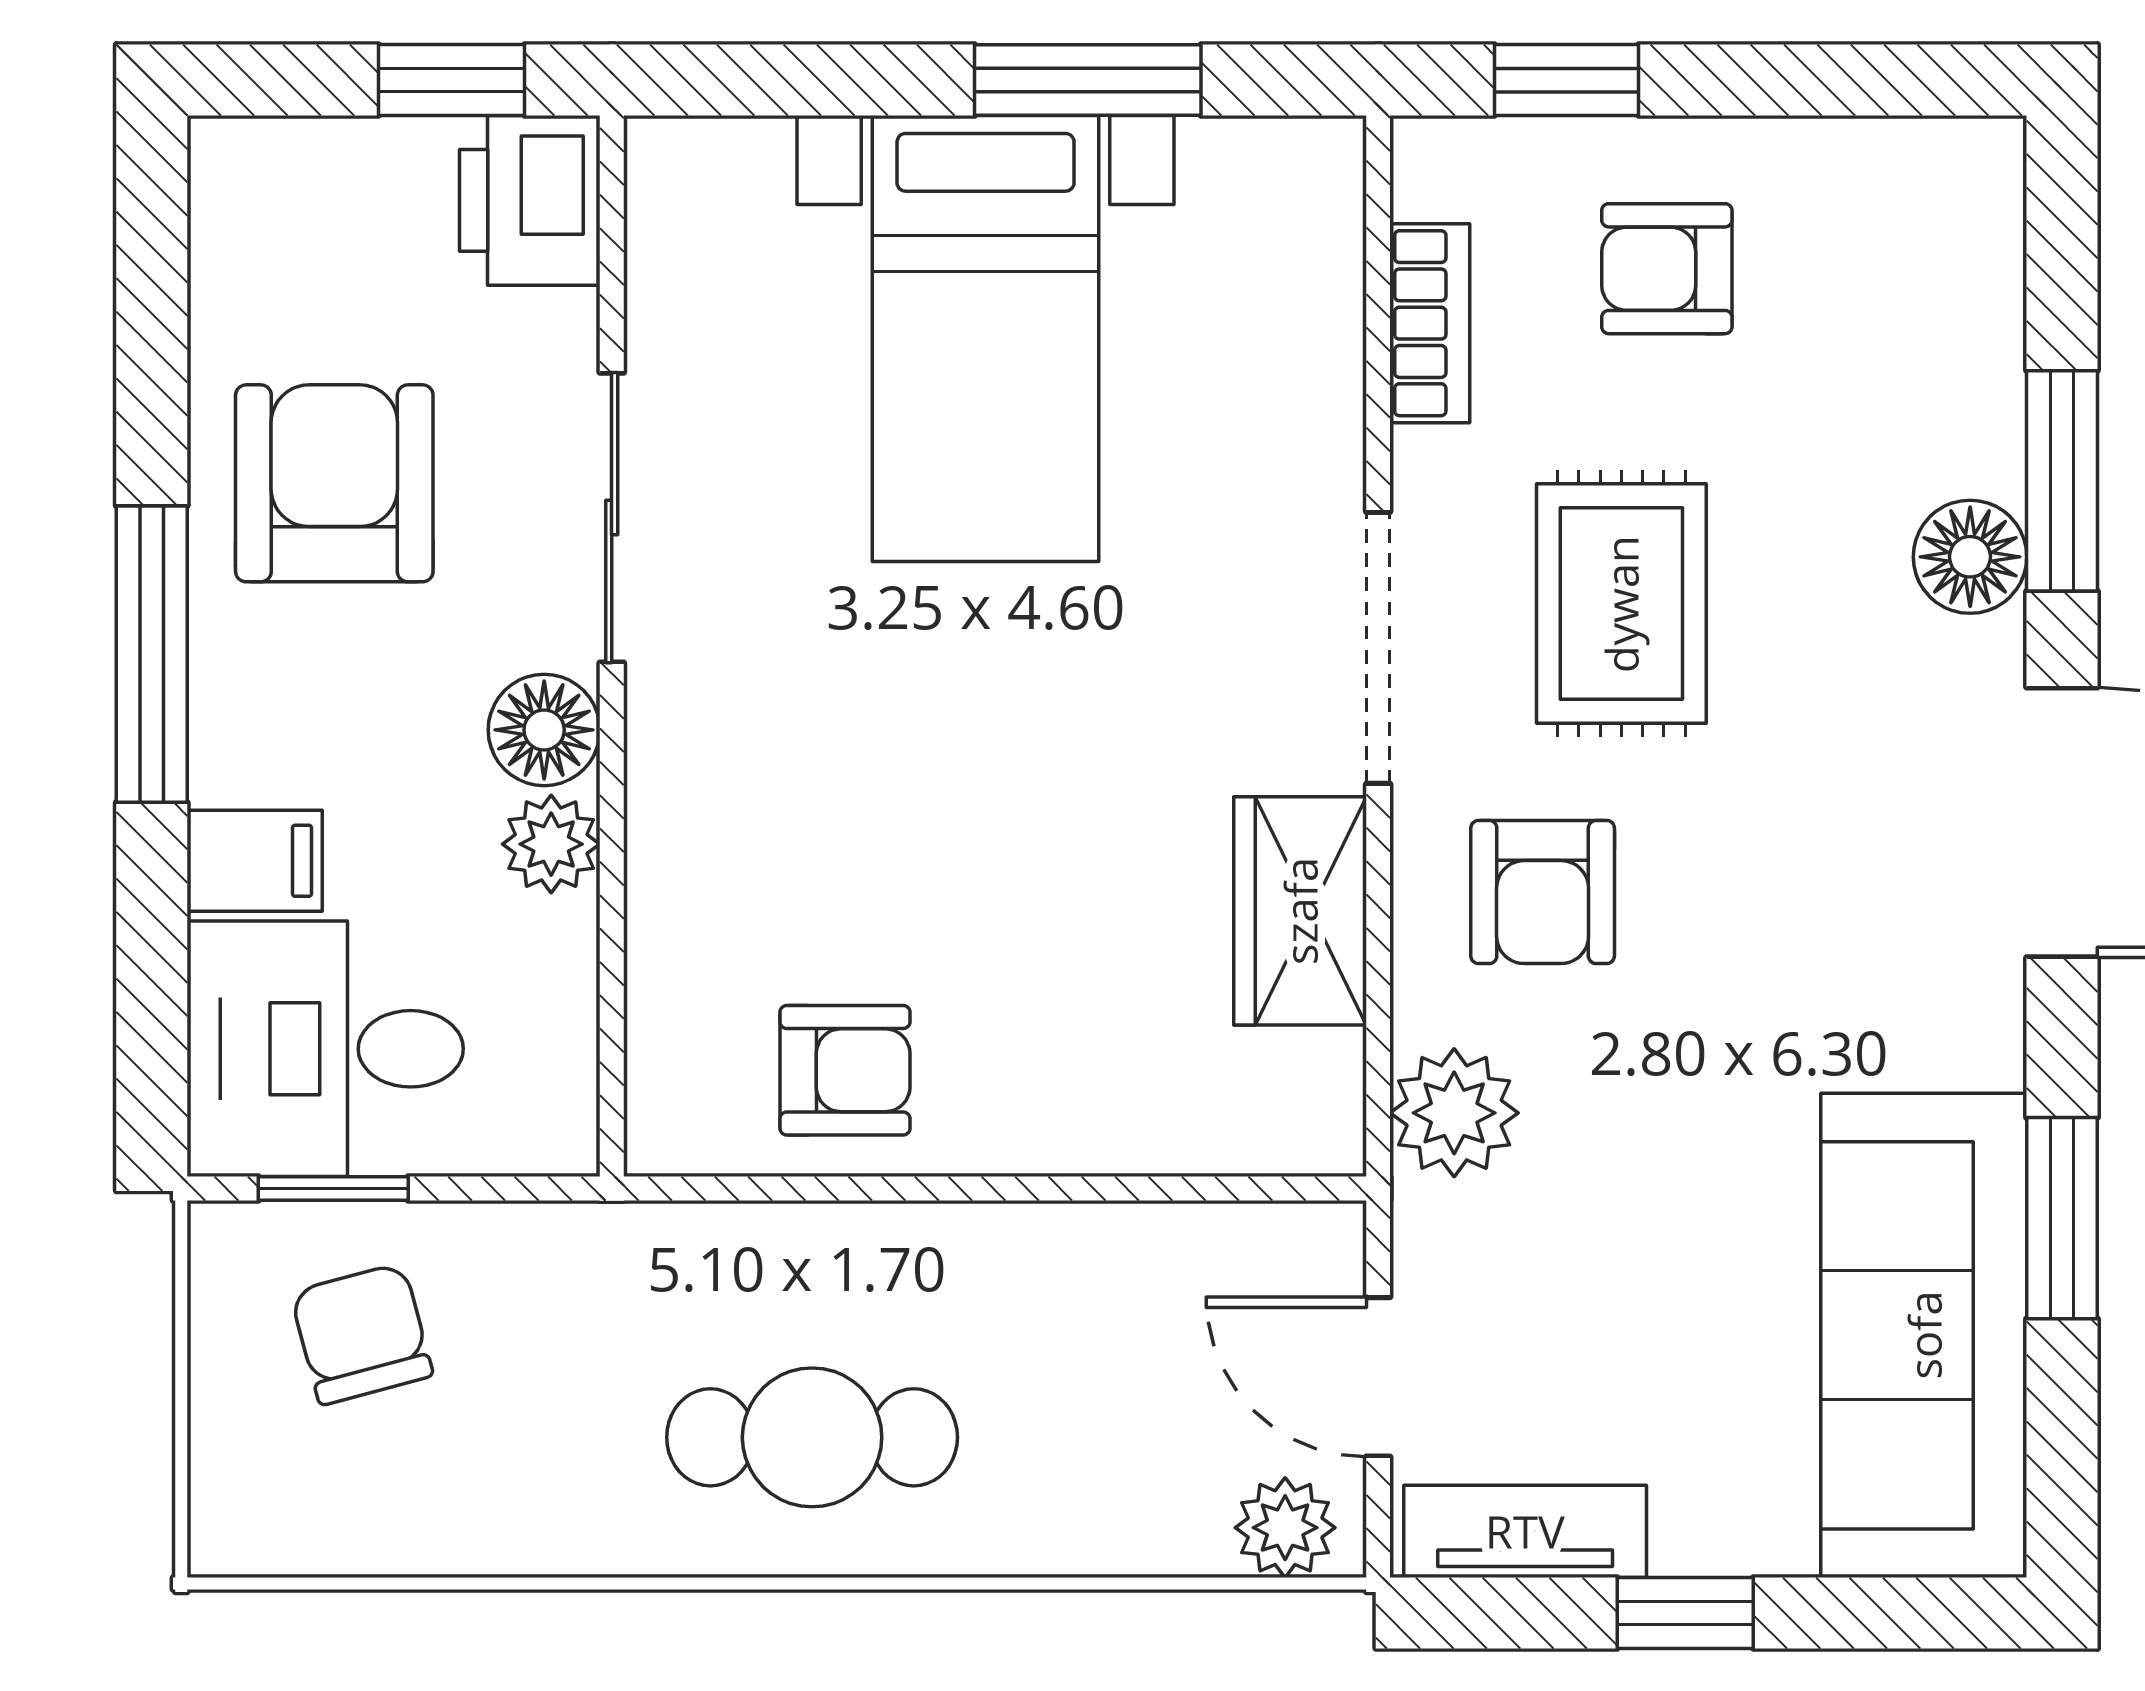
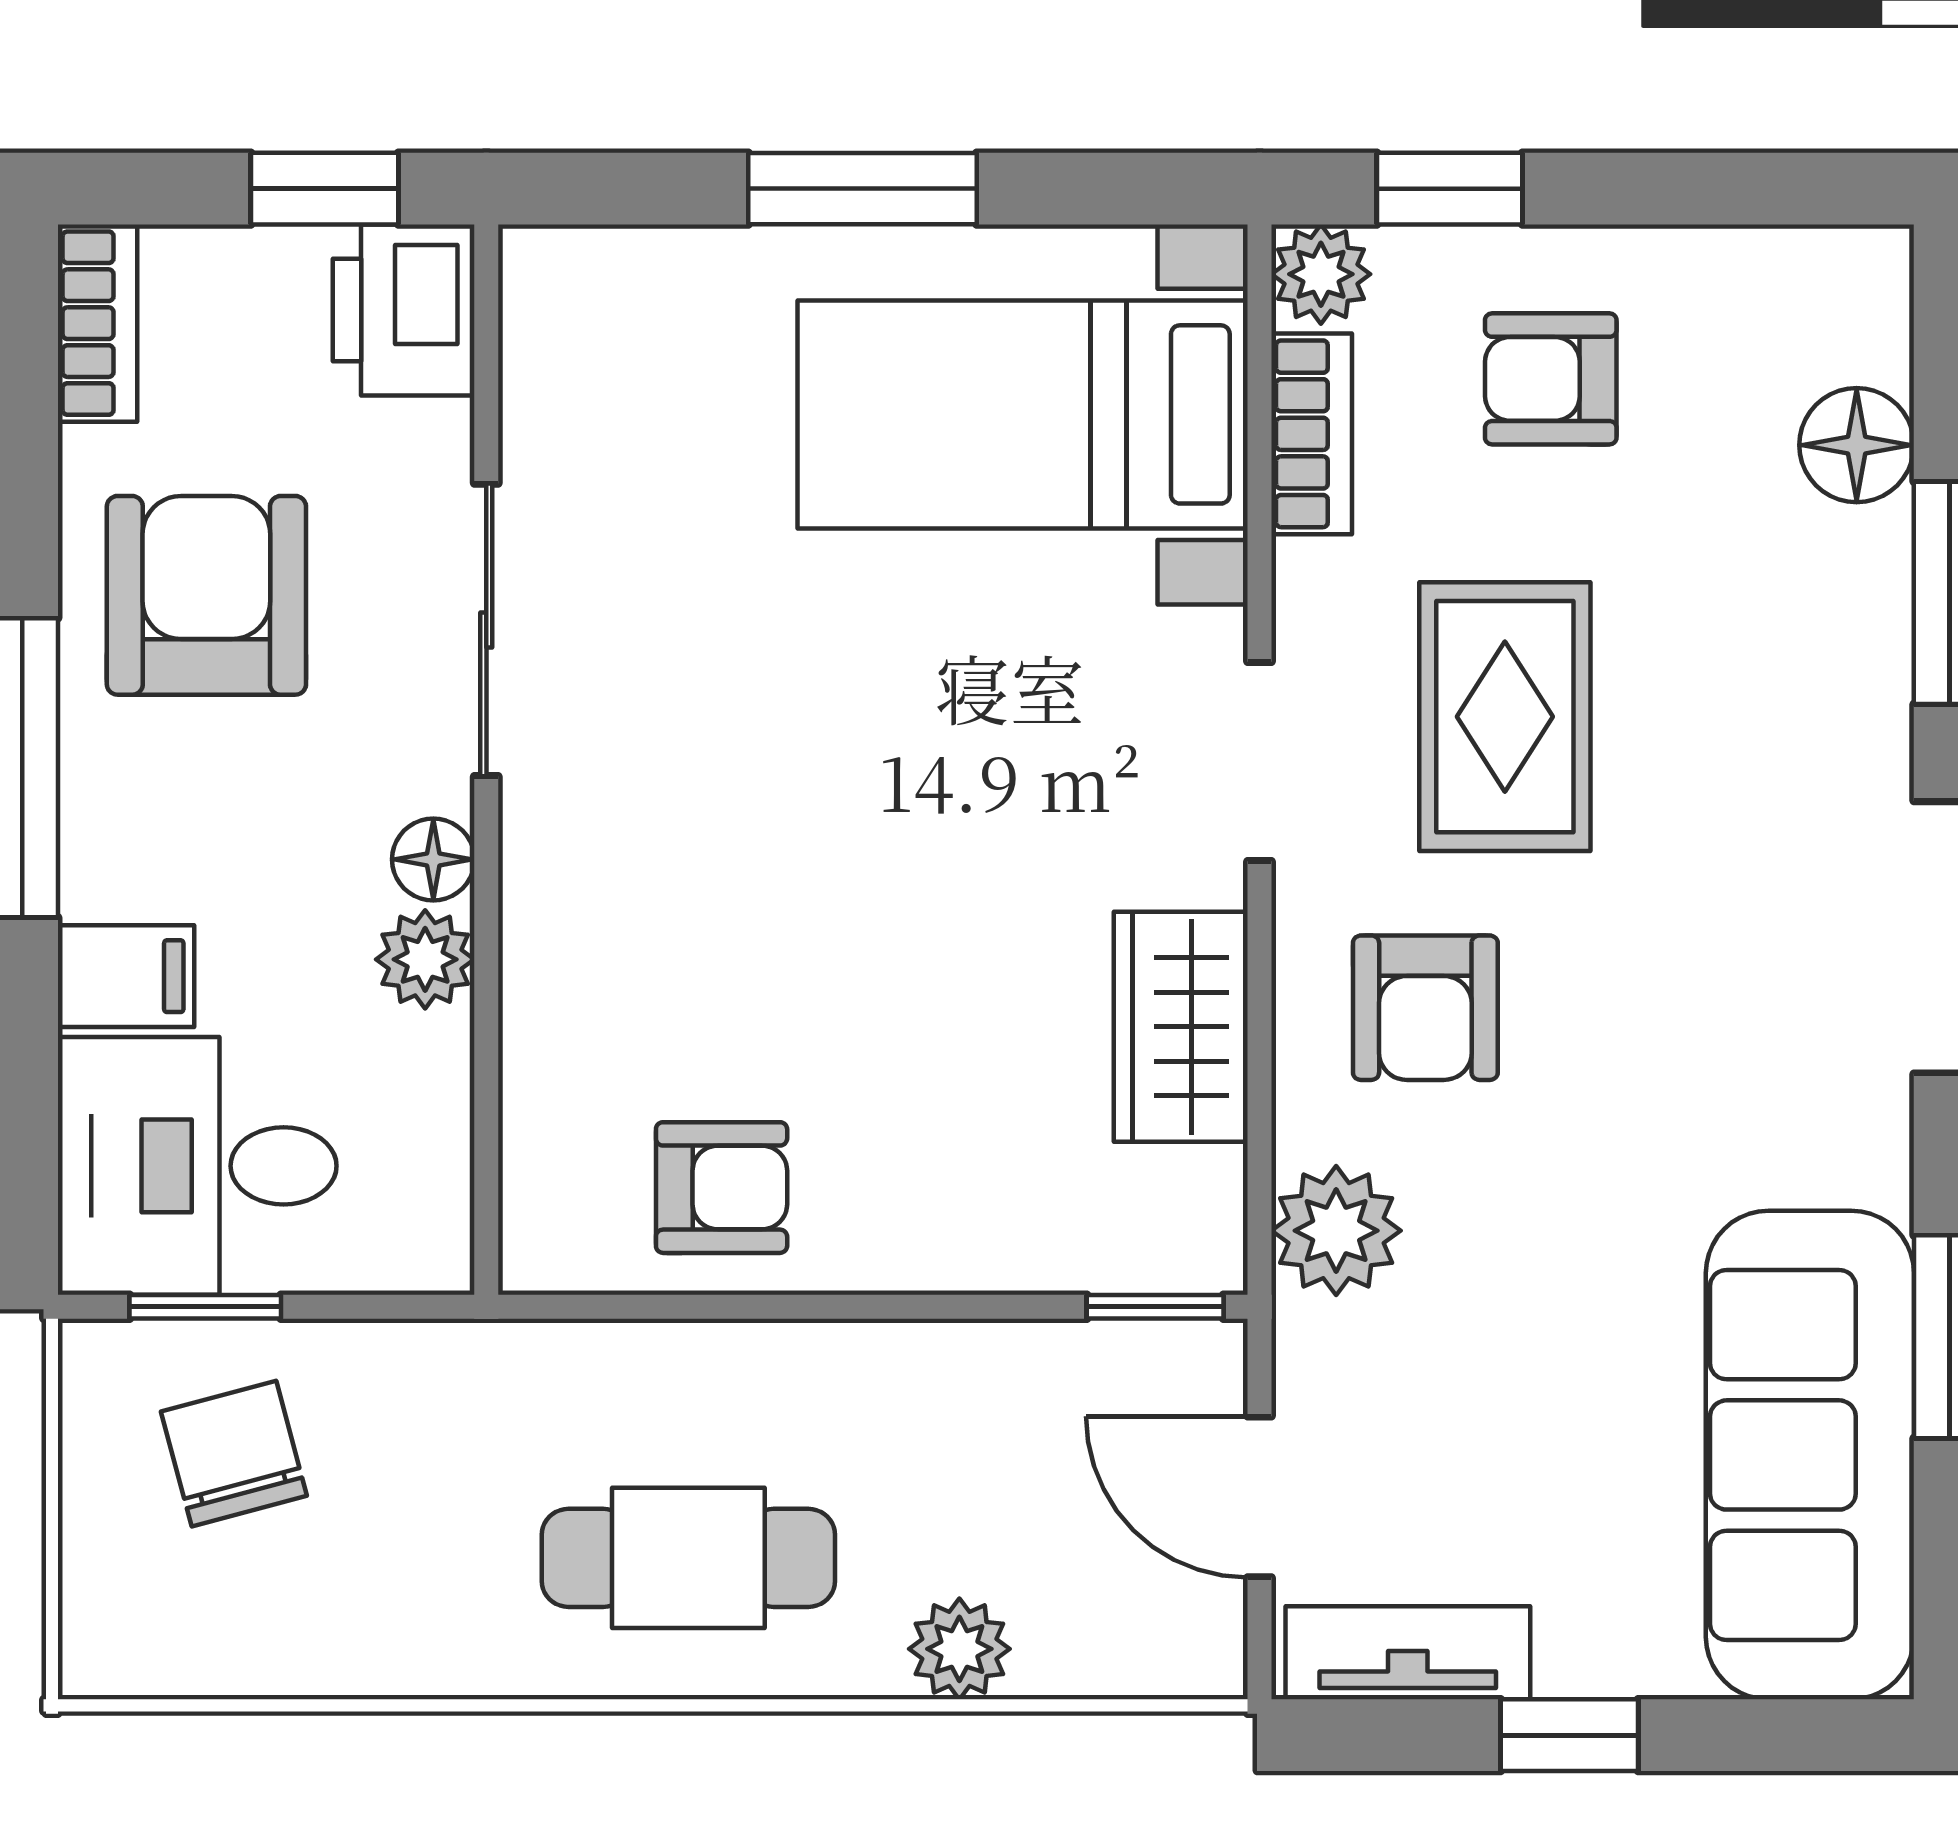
window: (1088, 80) -> (863, 189), moved
plant: (1439, 165) -> (1321, 274), added
bookcase: (226, 213) -> (98, 323), added
bed with nightstands: (986, 339) -> (1023, 414), moved, turned 90
floor lamp: (1970, 557) -> (1857, 445), moved
doorway: (1378, 648) -> (1259, 761), width x0.73
floor lamp: (544, 730) -> (433, 859), width x0.73, depth x0.73
window: (1275, 1189) -> (1155, 1307), added
plant: (1285, 1528) -> (959, 1649), moved

